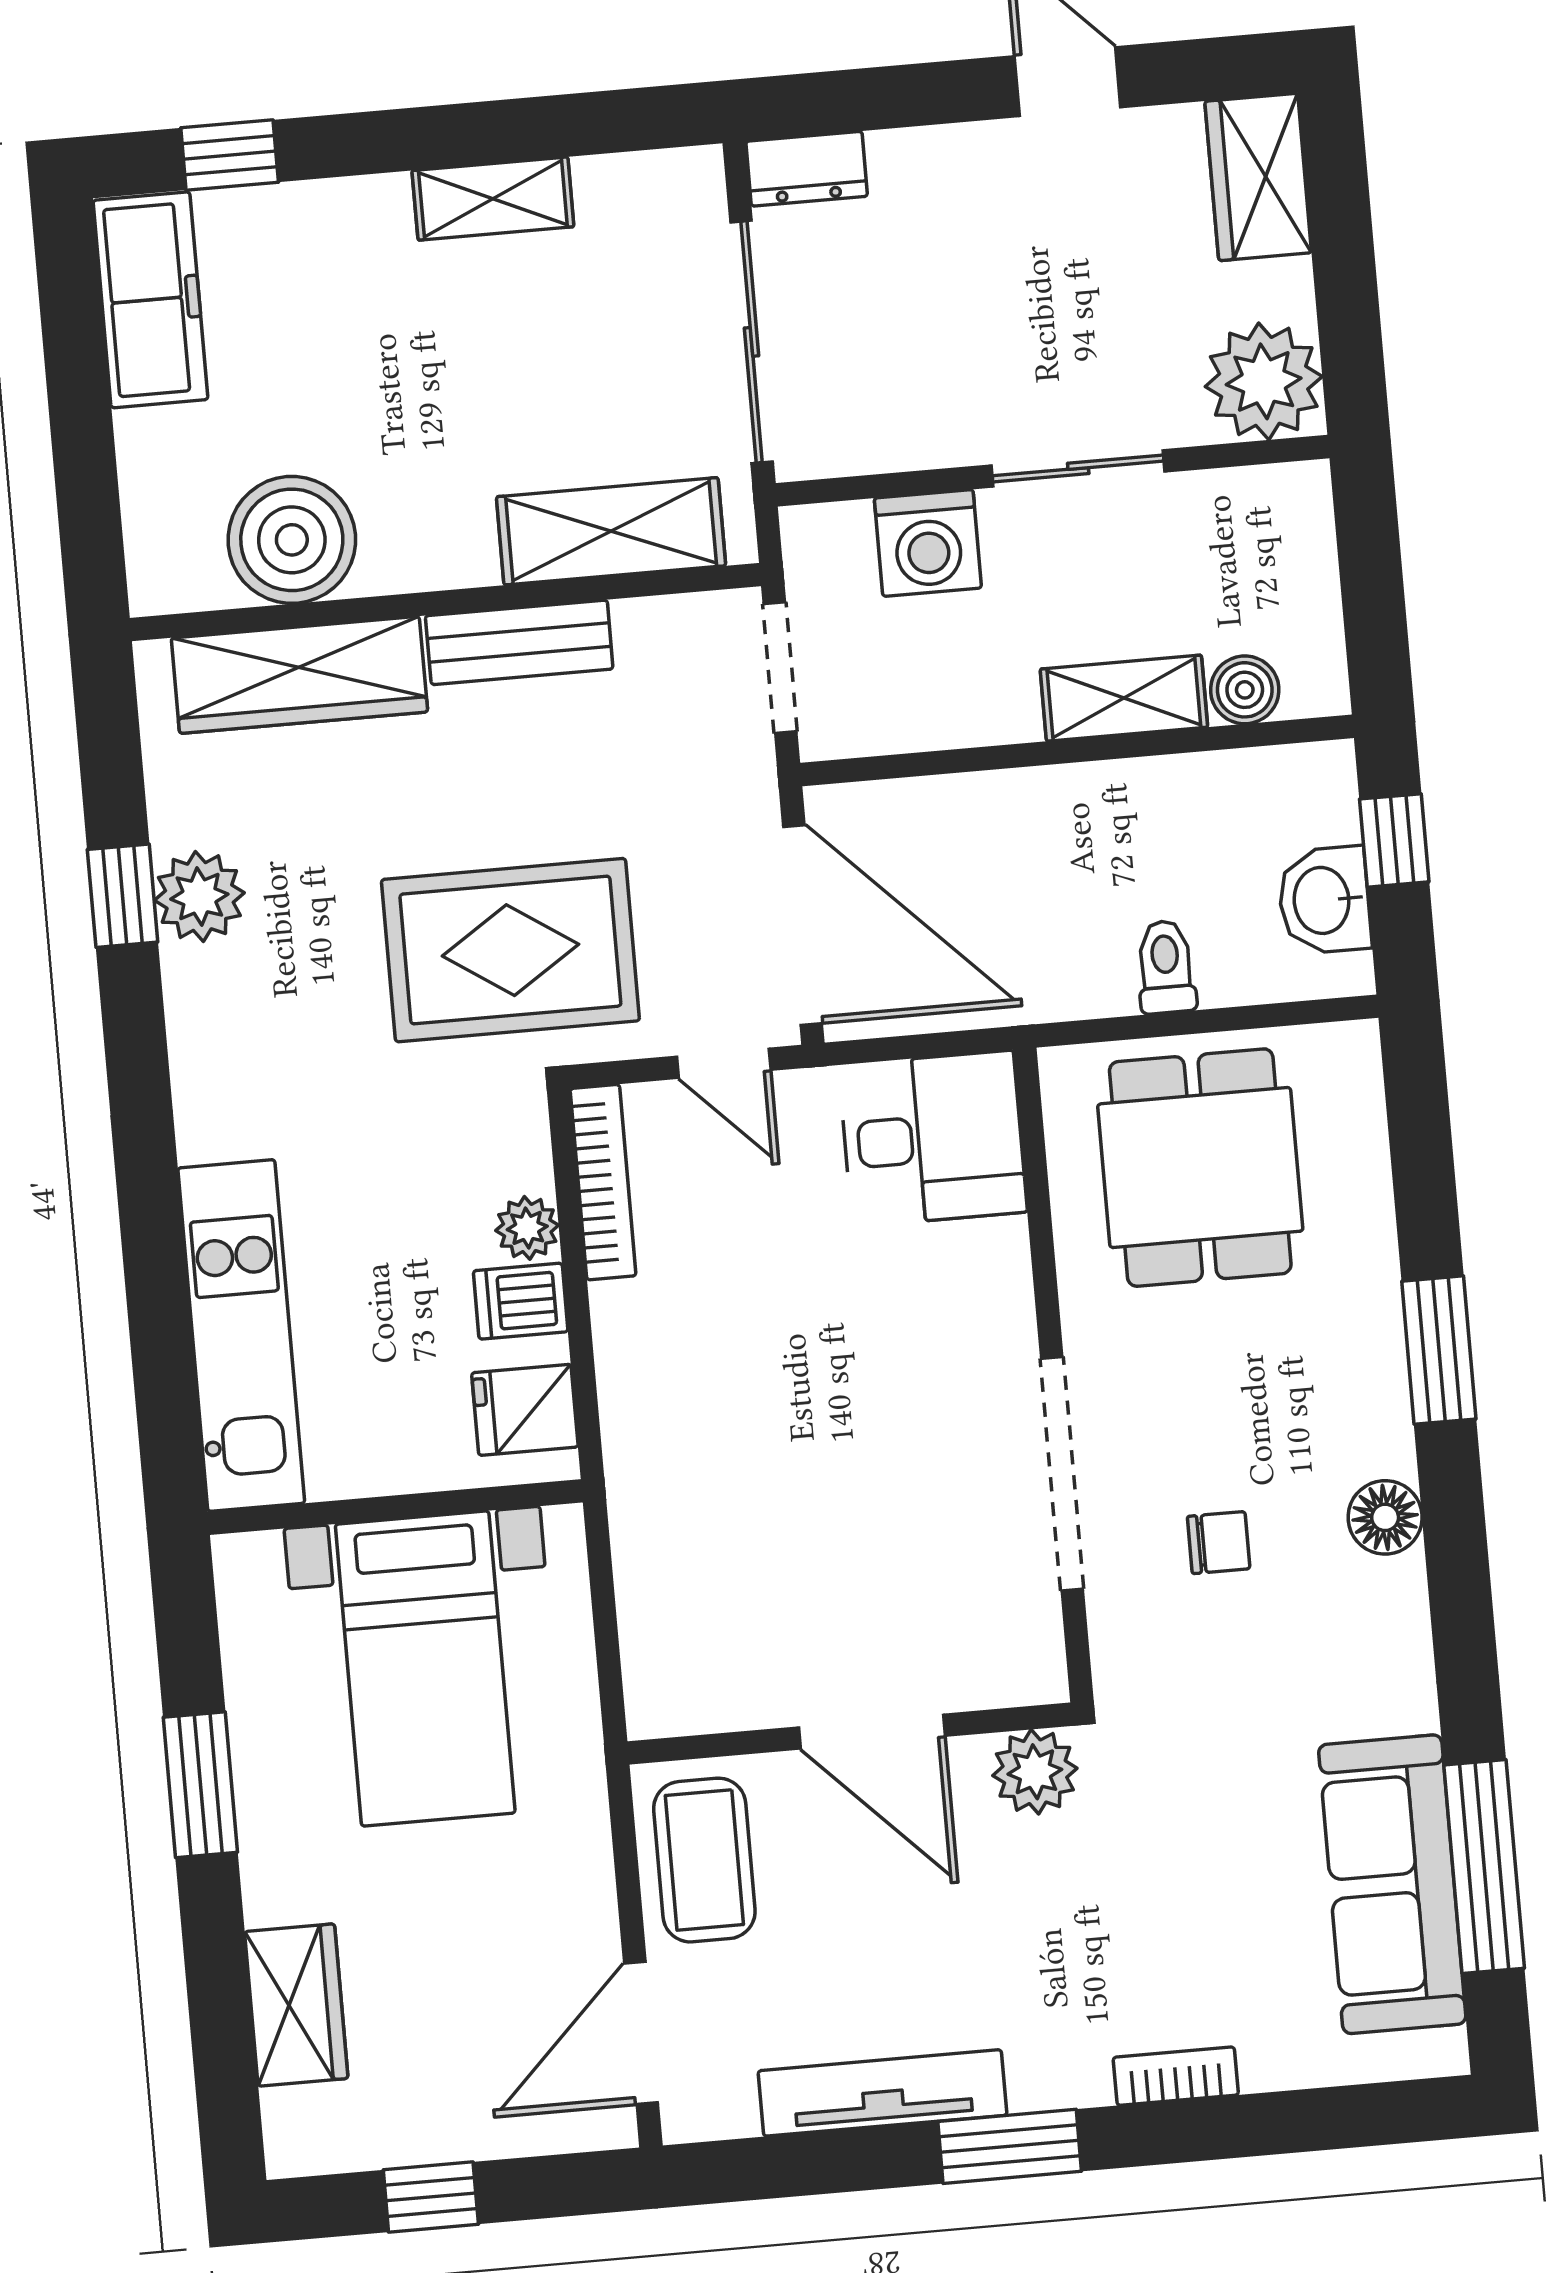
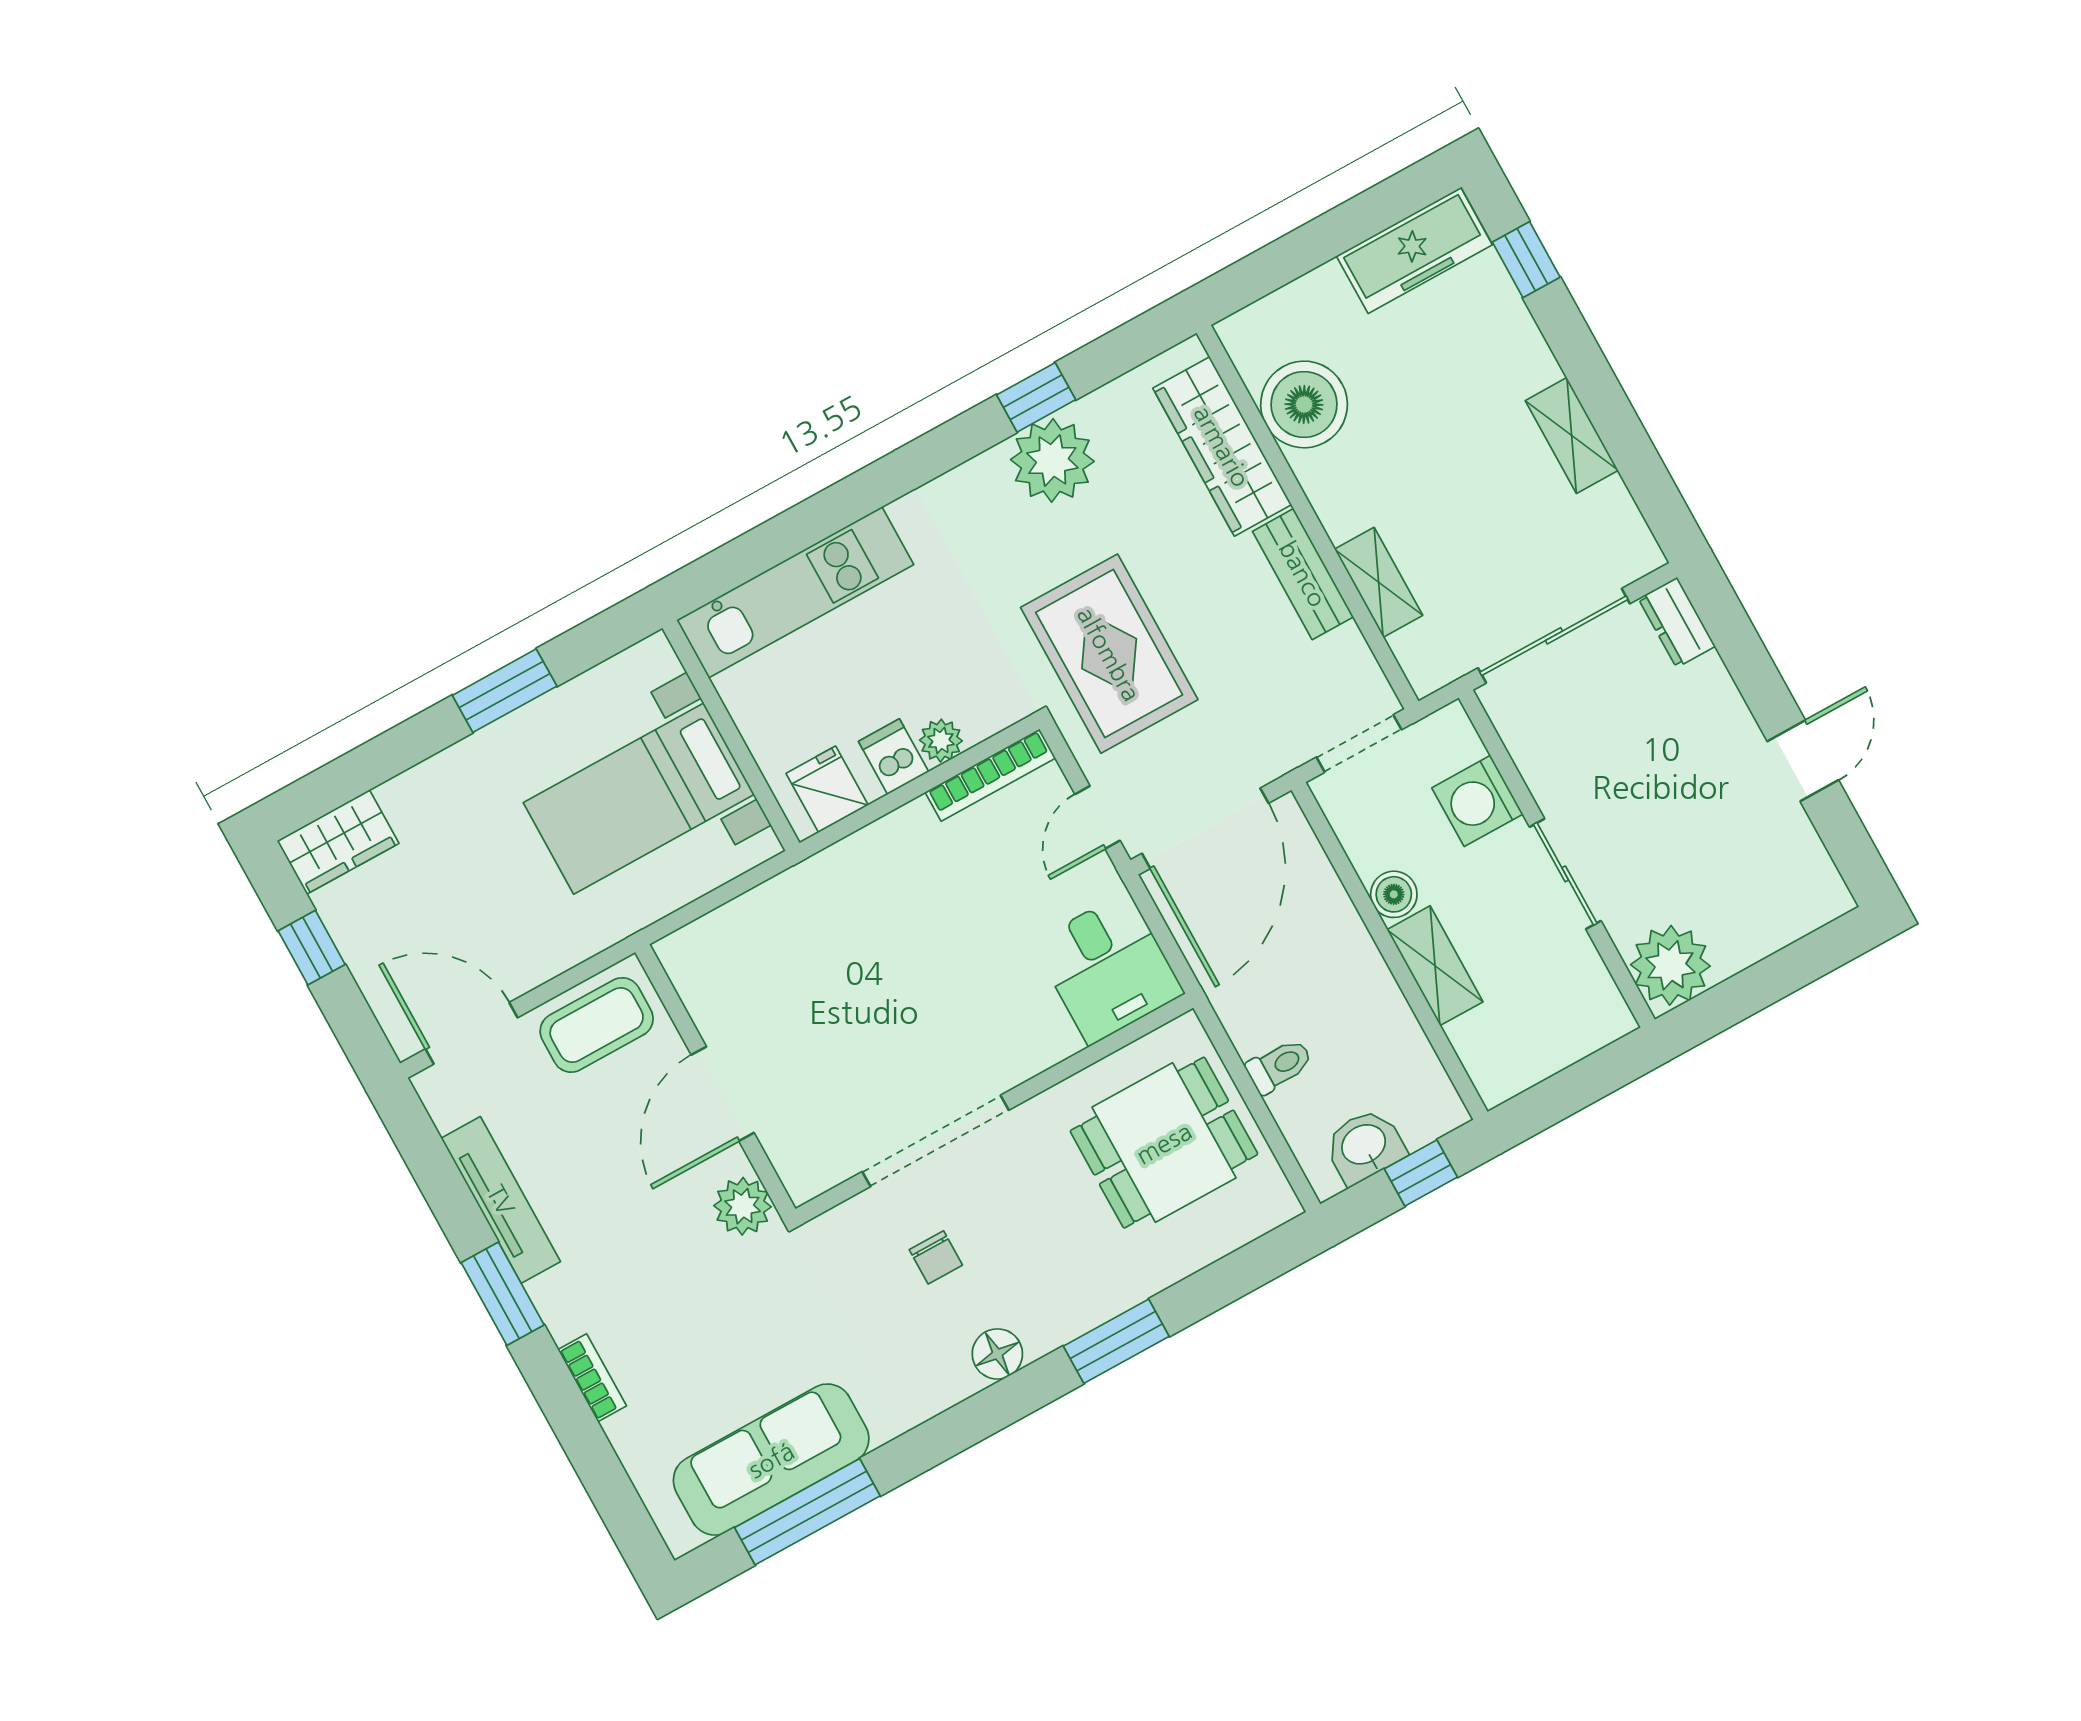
wardrobe: (1258, 177) -> (1796, 906), removed
shelving: (611, 531) -> (1379, 582), width x0.67, depth x0.75
boiler: (1245, 690) -> (1394, 894), moved
plant: (199, 897) -> (1052, 460), width x1.36, depth x1.36
wardrobe: (296, 2005) -> (338, 842), moved

